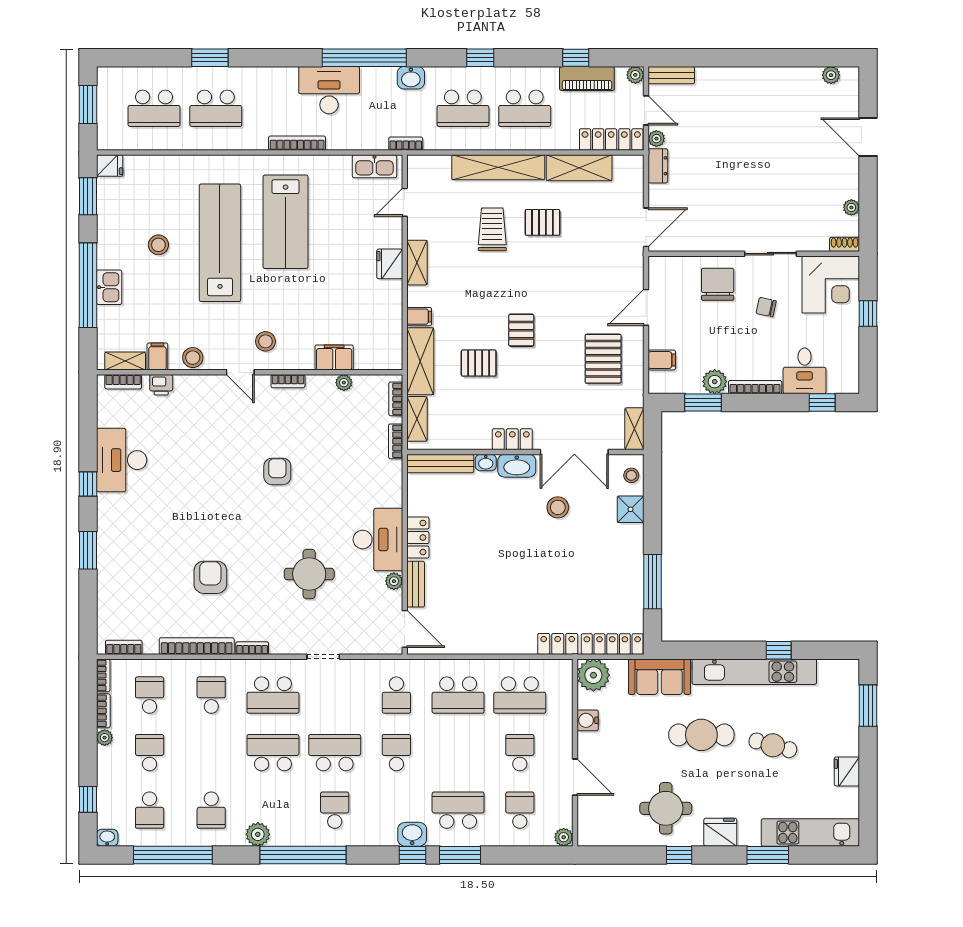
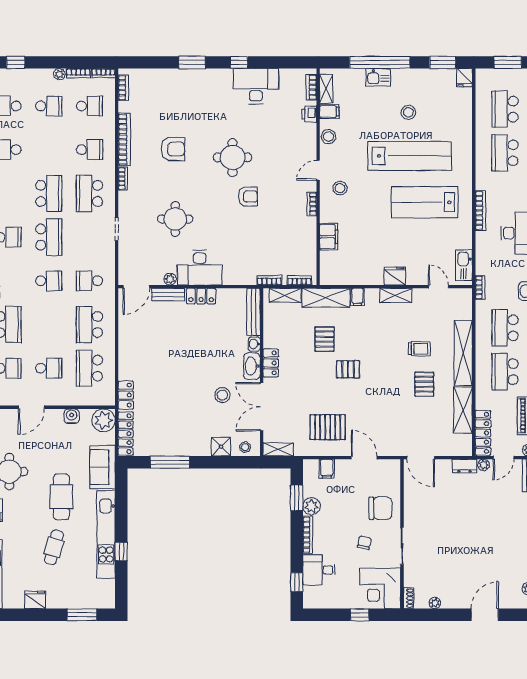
trolley: (492, 229) -> (419, 349), width x0.73, depth x0.72
plant: (344, 383) -> (311, 244), removed
round table: (222, 493) -> (233, 157), added

